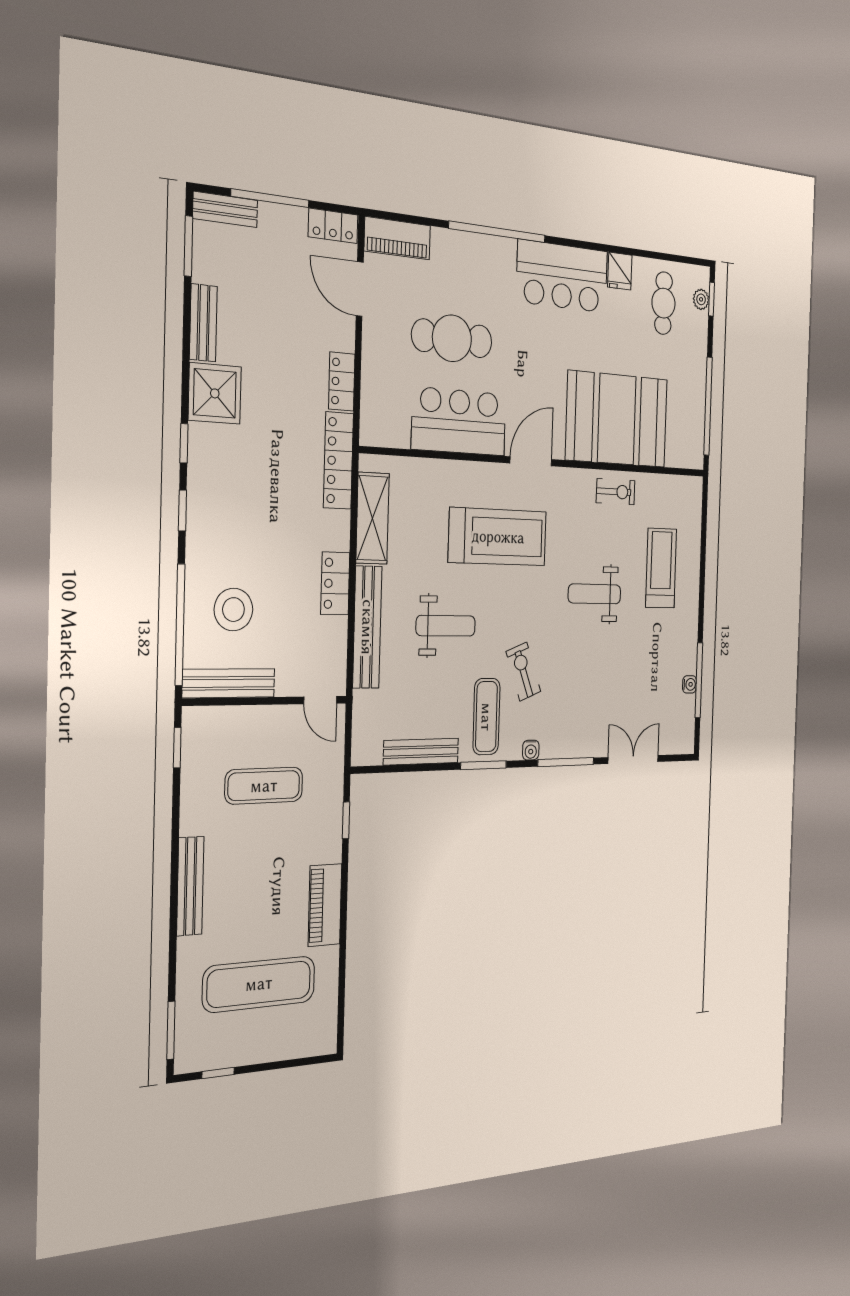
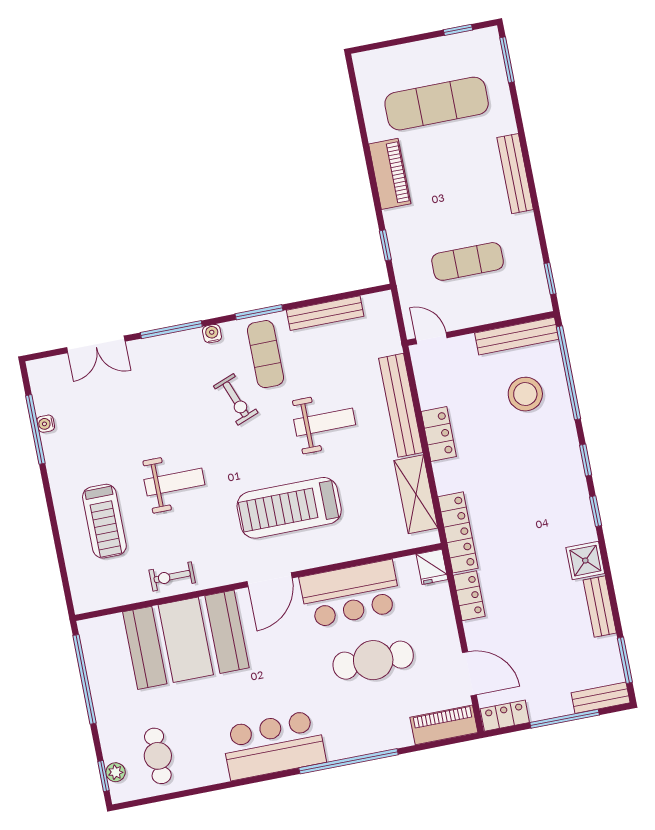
fridge: (620, 271) -> (432, 567), moved, turned 180
shower: (215, 393) -> (585, 561), width x0.73, depth x0.73
weight bench: (446, 626) -> (325, 422), turned 180

